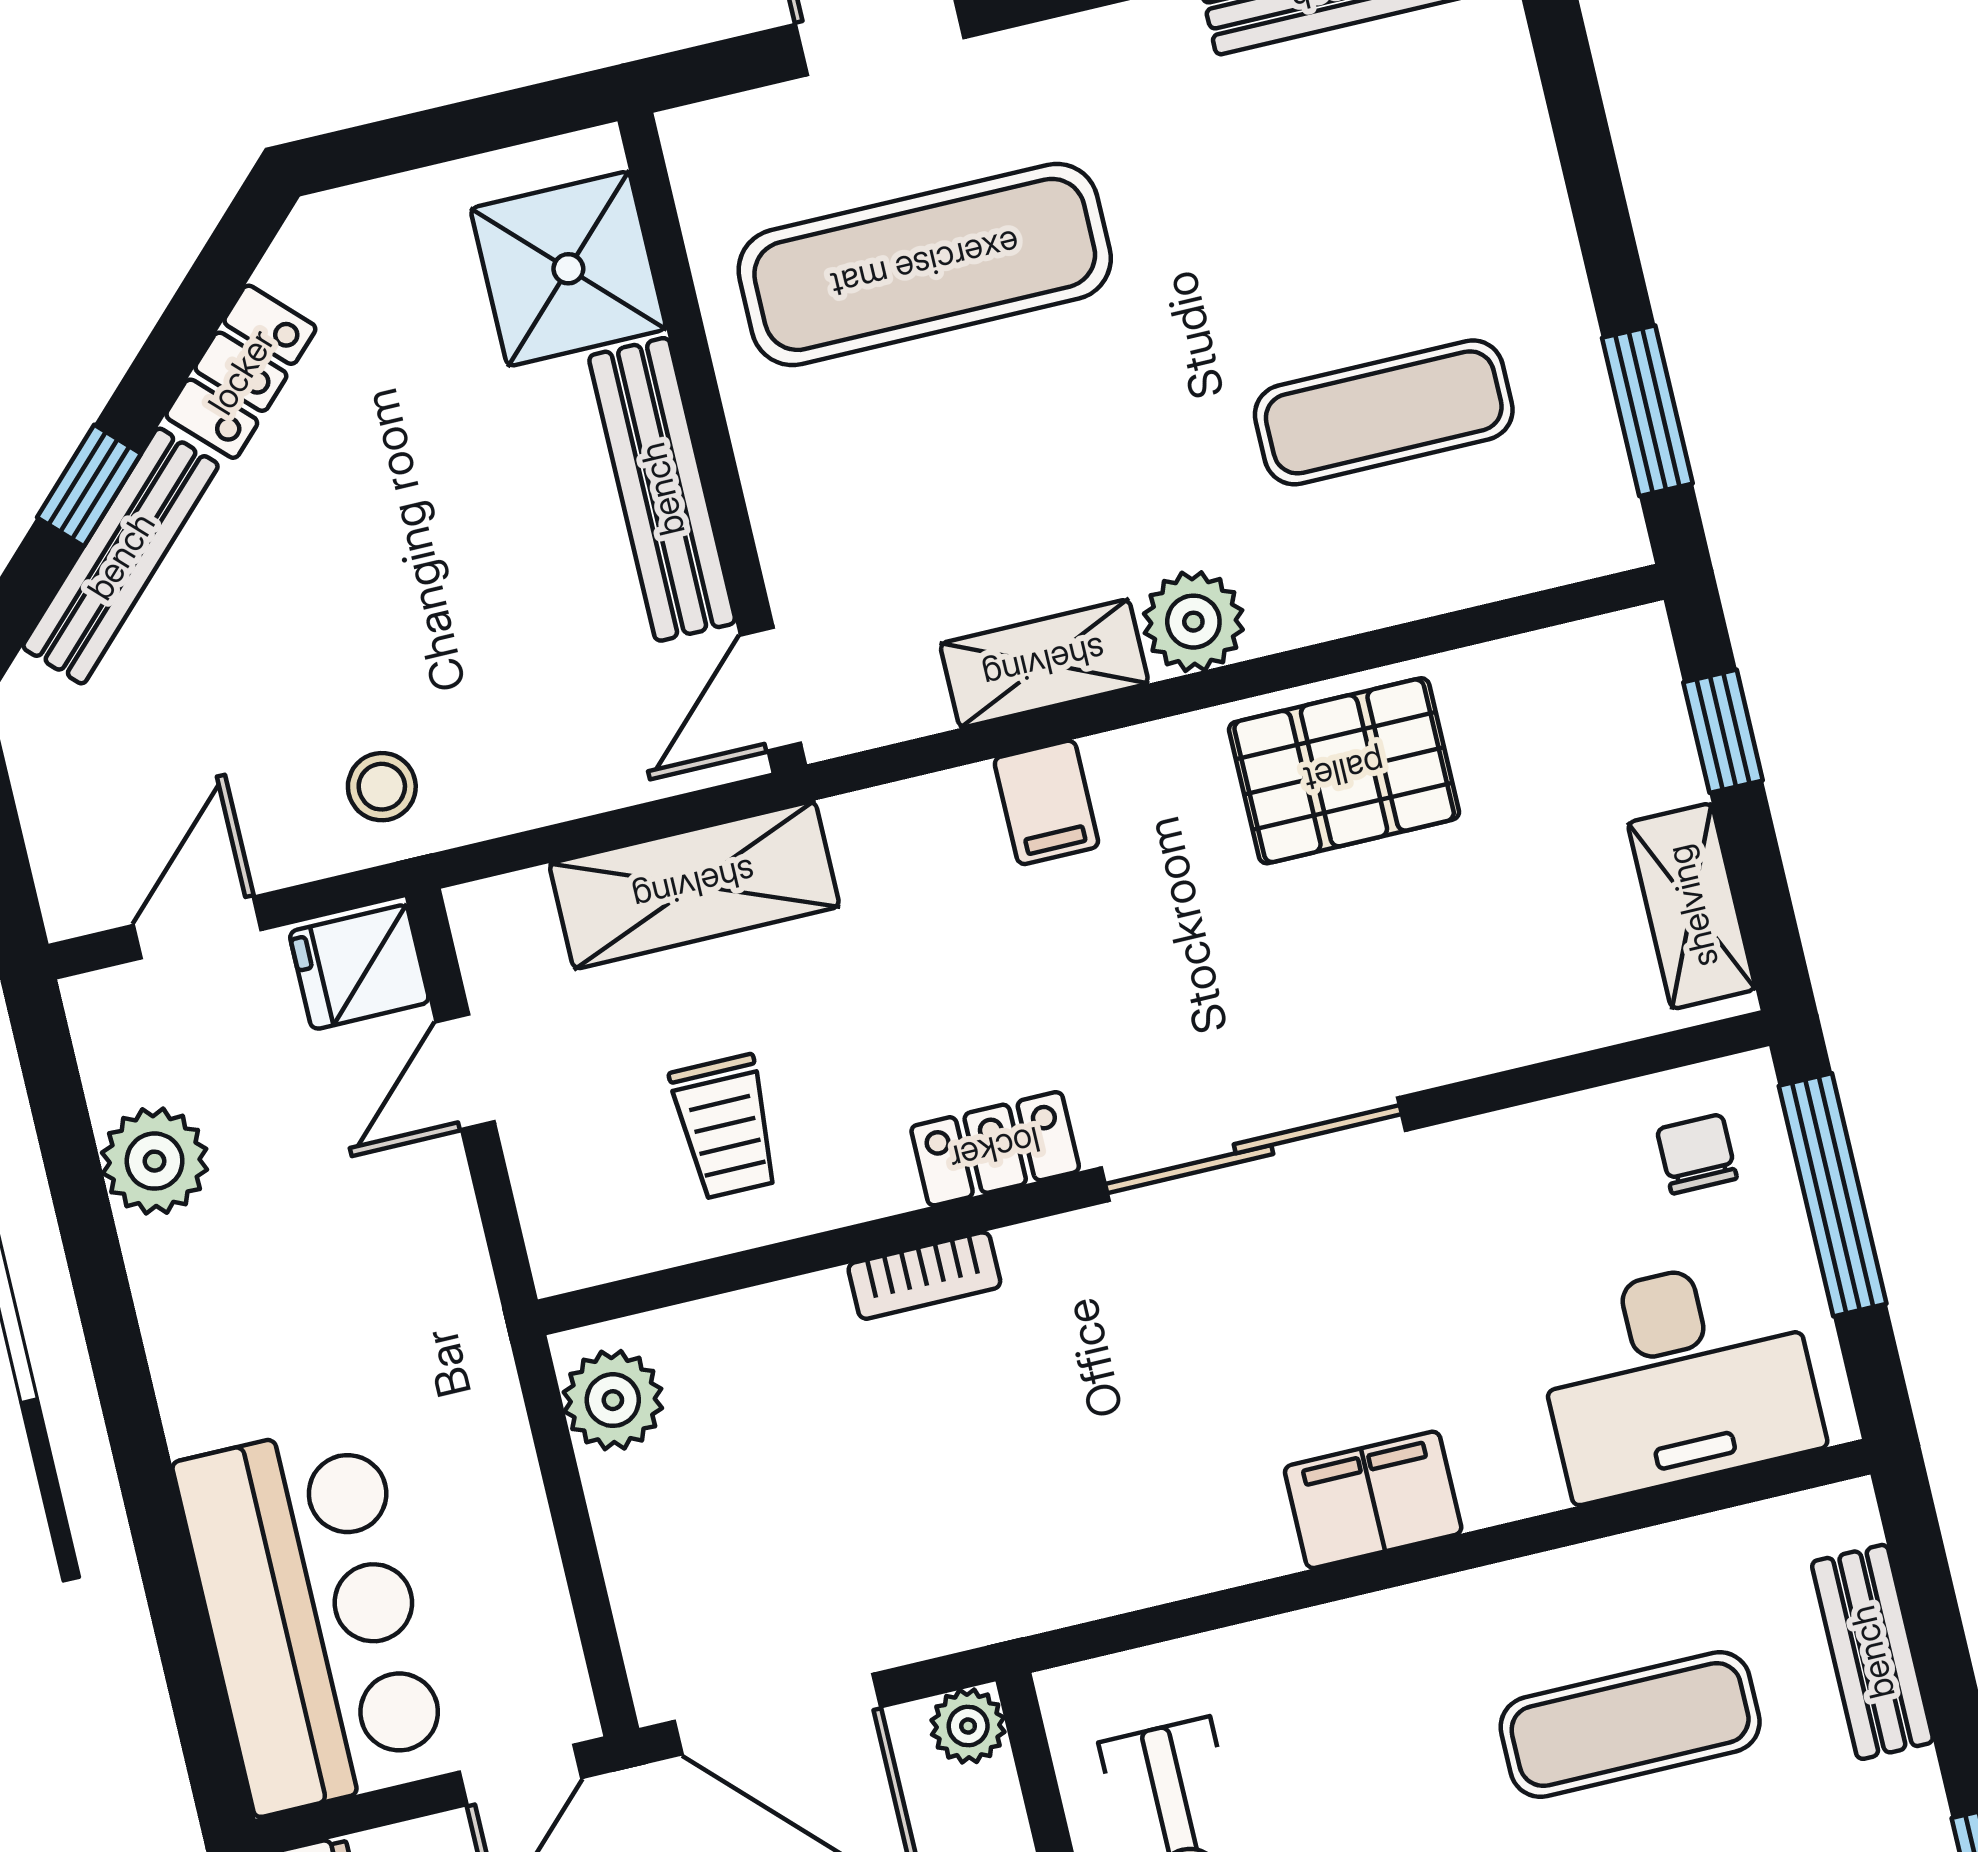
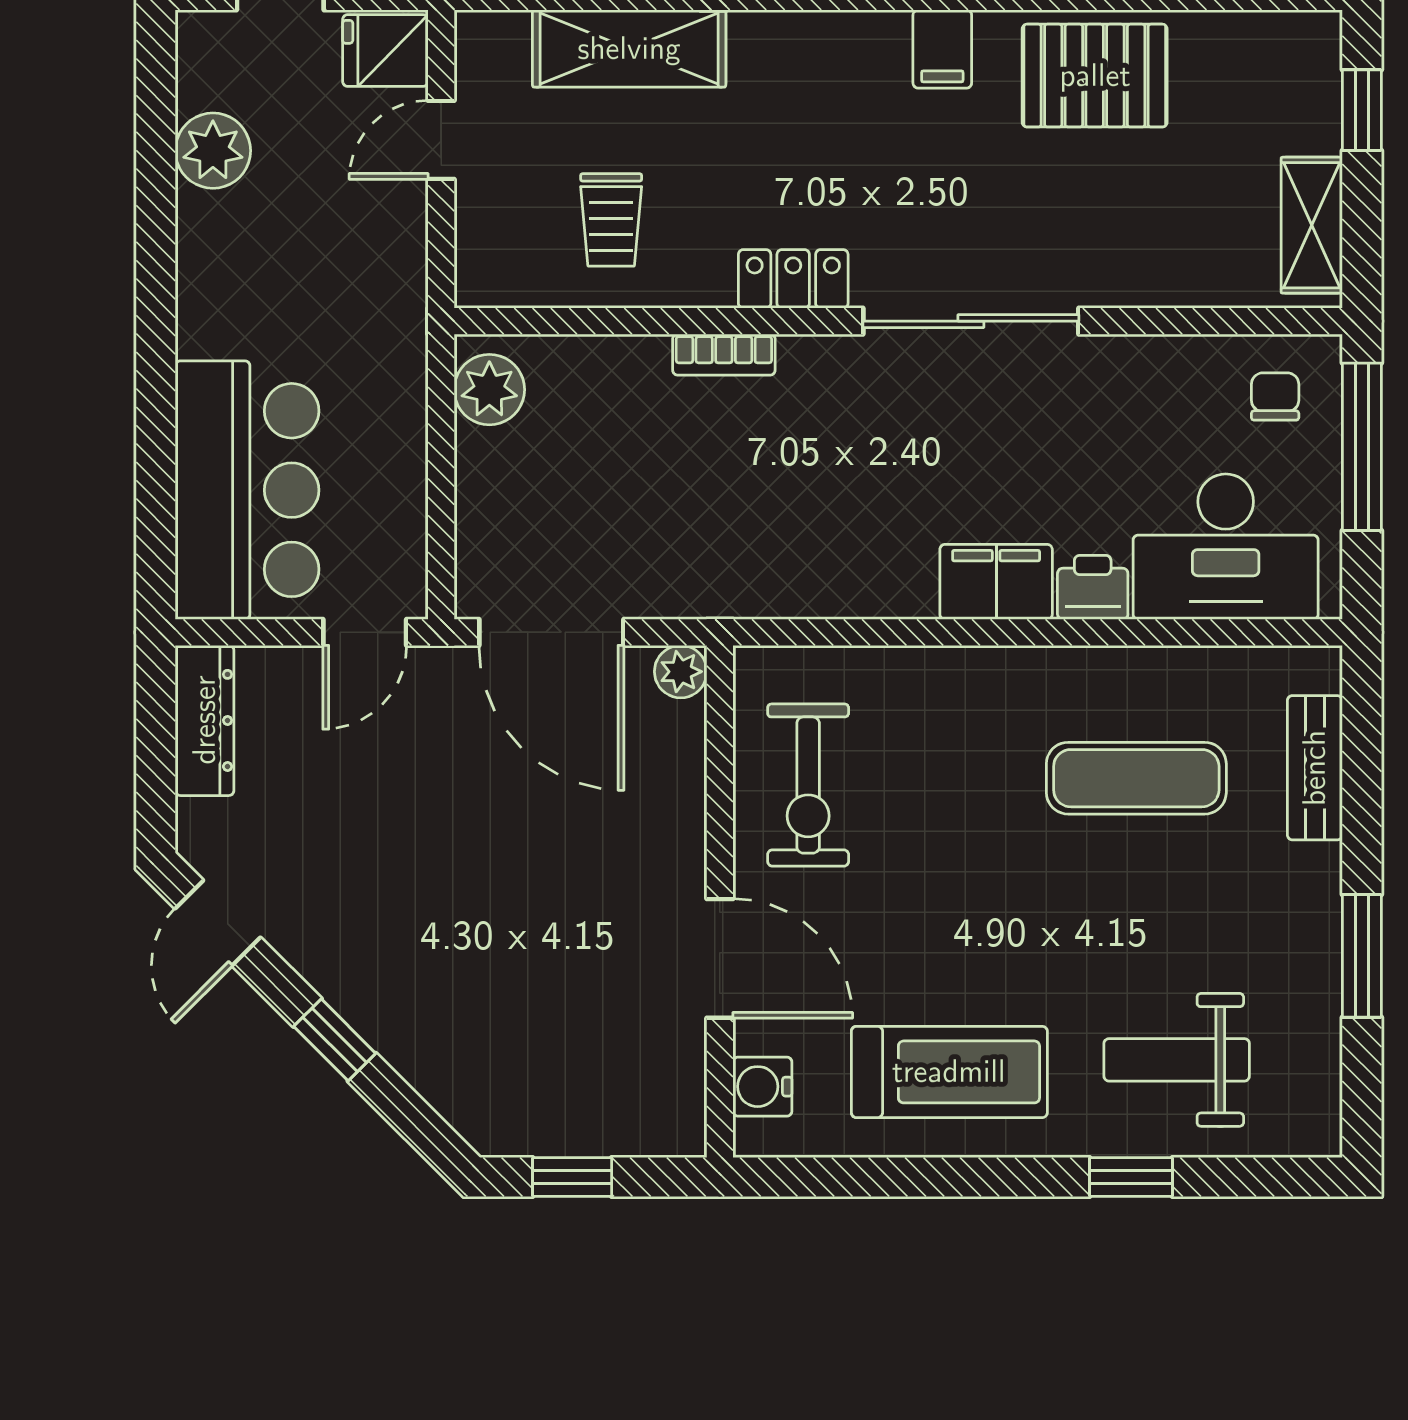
filing cabinet: (1046, 802) -> (942, 49), moved
printer: (1508, 1476) -> (1093, 587), added

